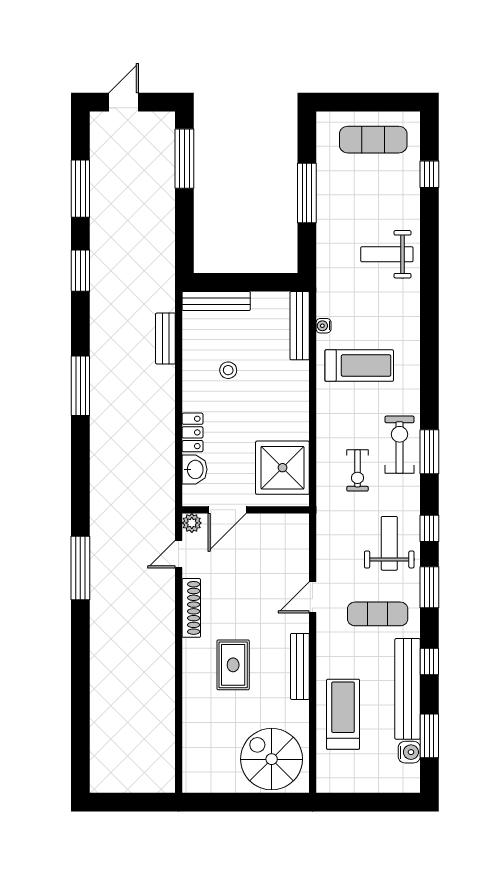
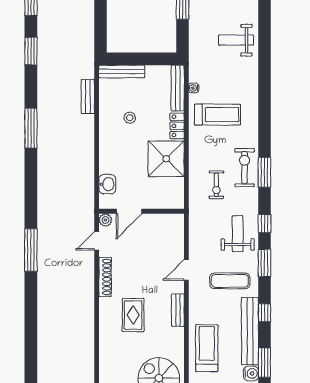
locker: (193, 432) -> (177, 126), moved, turned 180
shower: (282, 468) -> (166, 159), moved
bench: (300, 666) -> (178, 310), width x0.73

